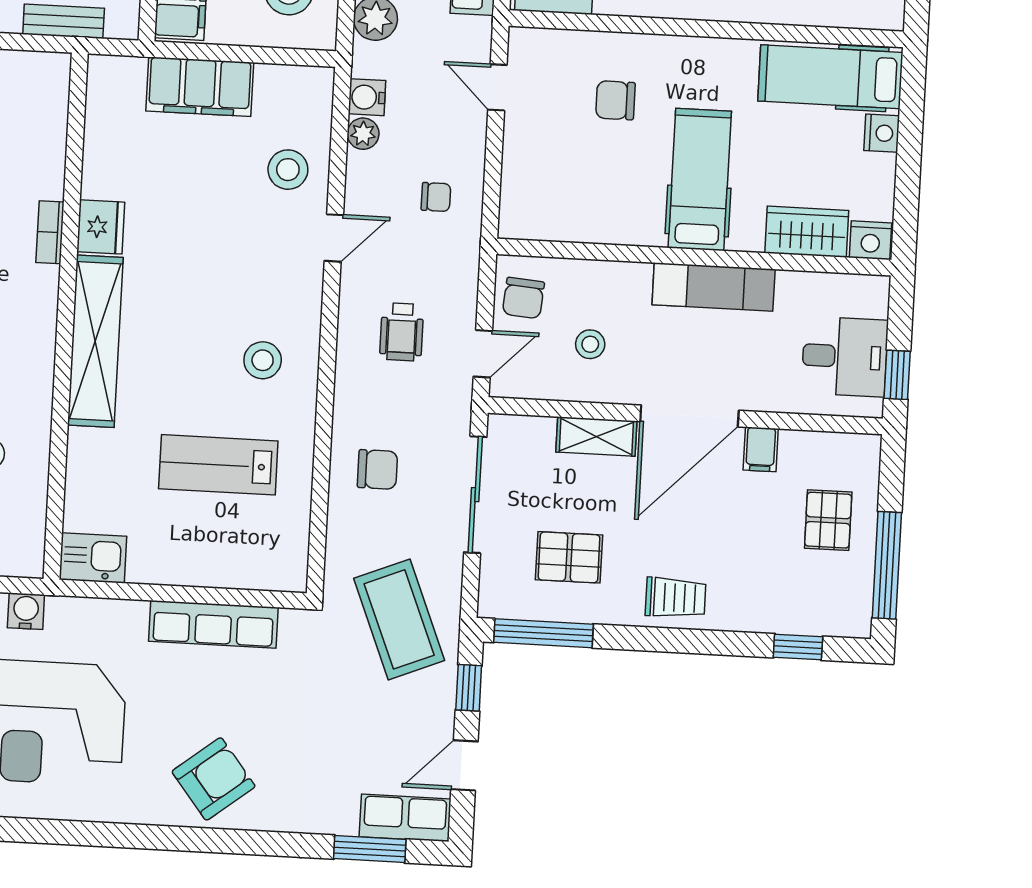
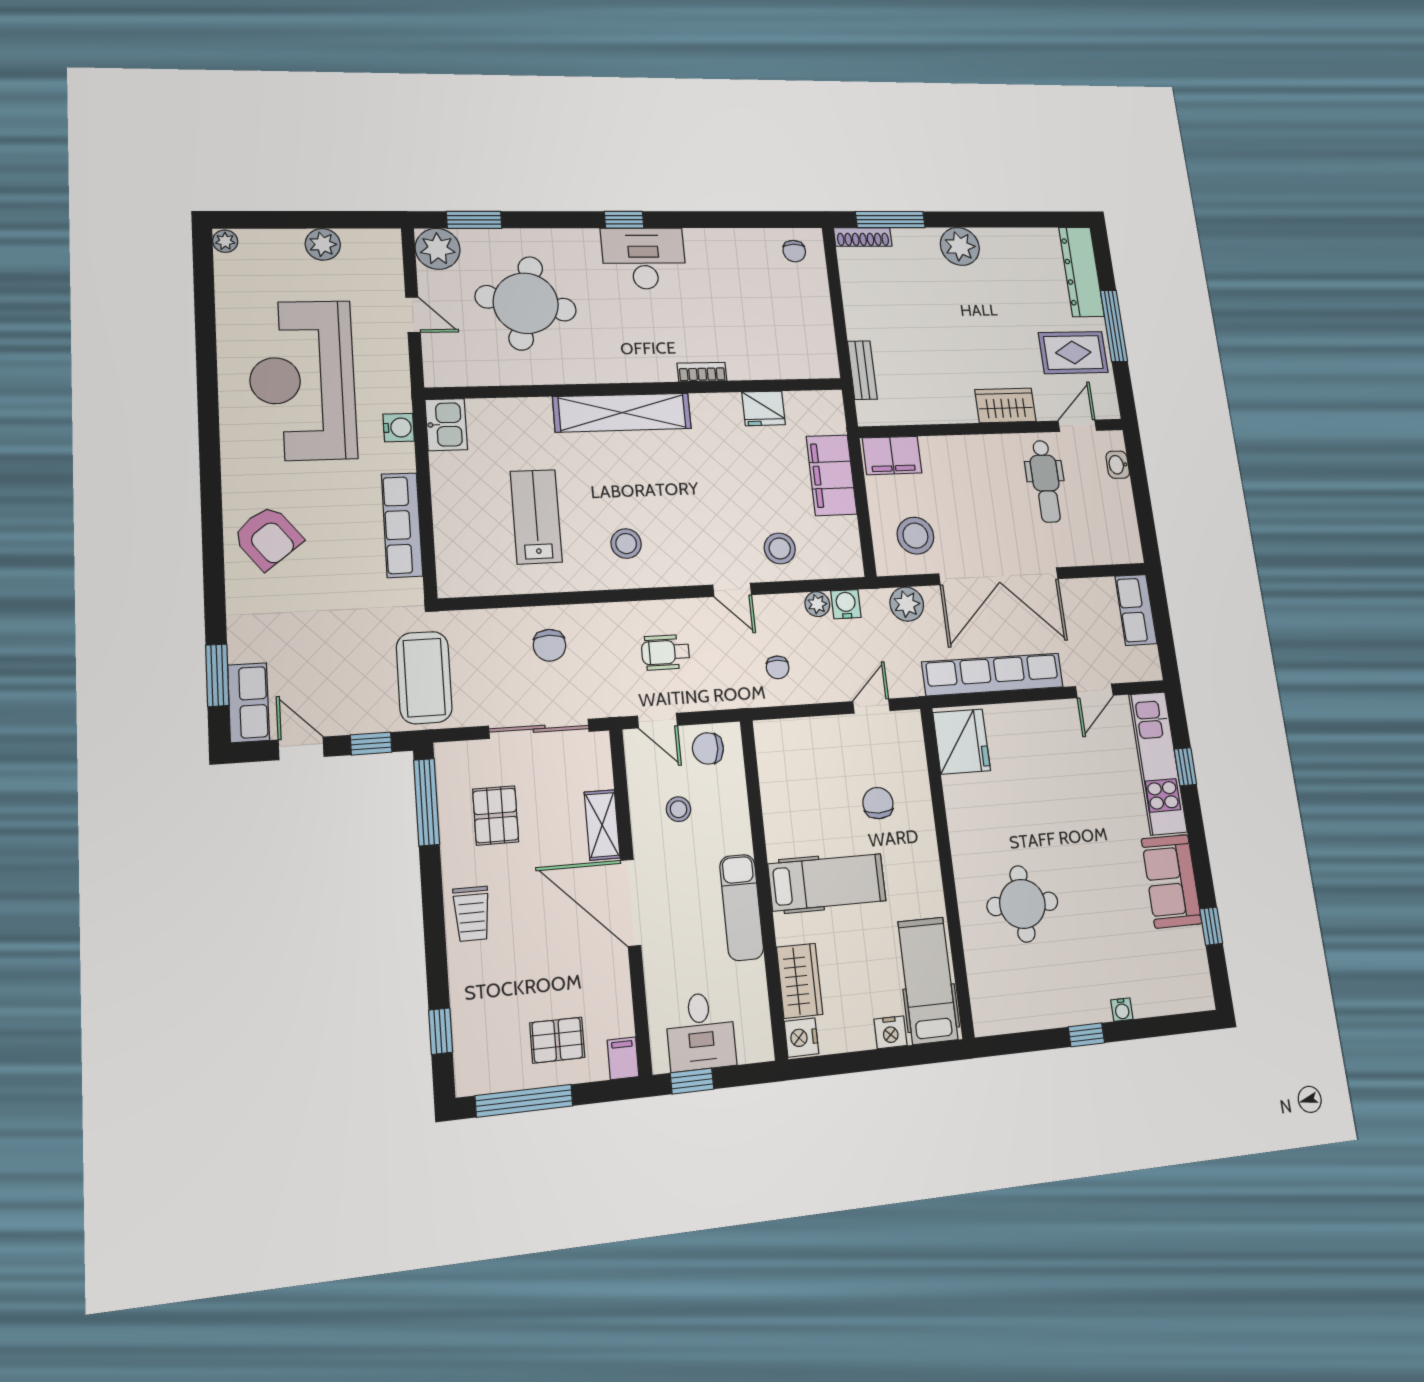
fridge: (101, 227) -> (764, 408), moved
filing cabinet: (761, 449) -> (623, 1058), moved, turned 90
water cooler: (26, 611) -> (399, 428), moved
coffee table: (399, 619) -> (424, 677), turned -68

